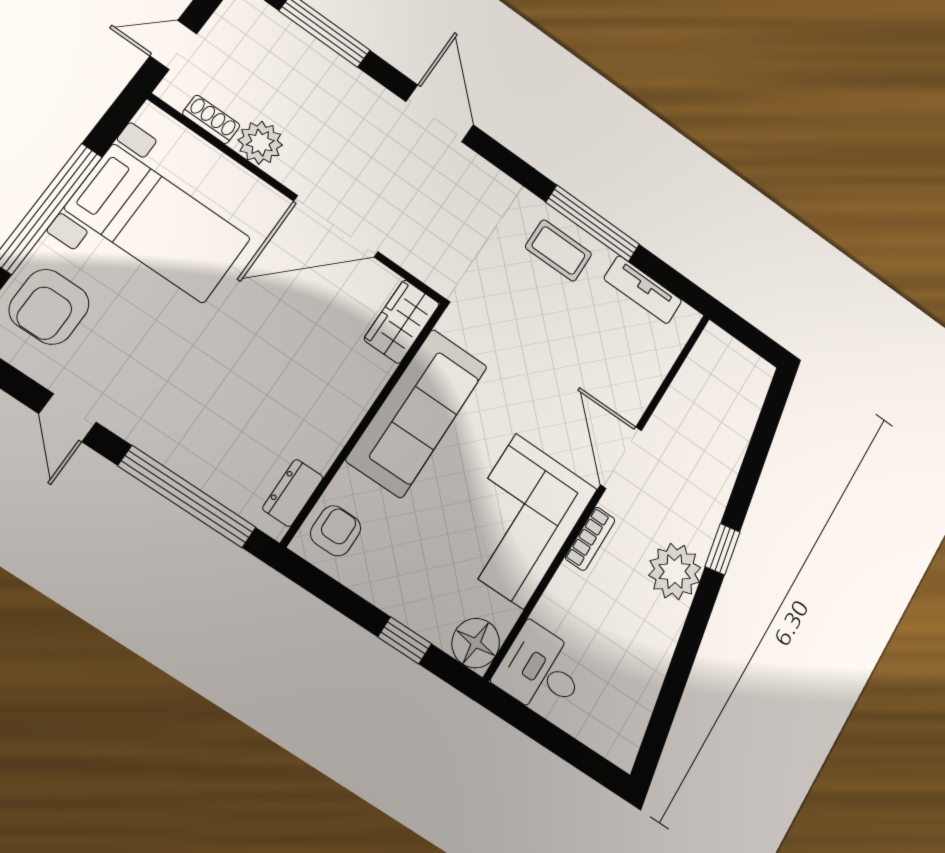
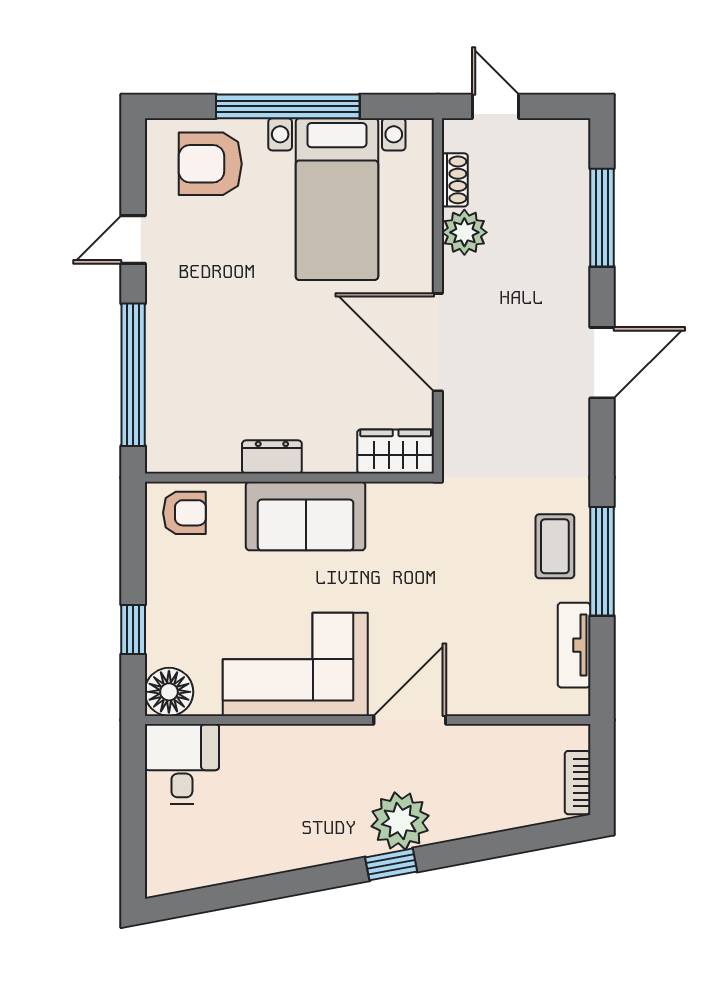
sofa: (417, 413) -> (306, 516), width x0.73
dresser: (293, 493) -> (272, 457), moved
bookcase: (590, 539) -> (578, 783), moved, turned 90
plant: (675, 571) -> (400, 821), moved

